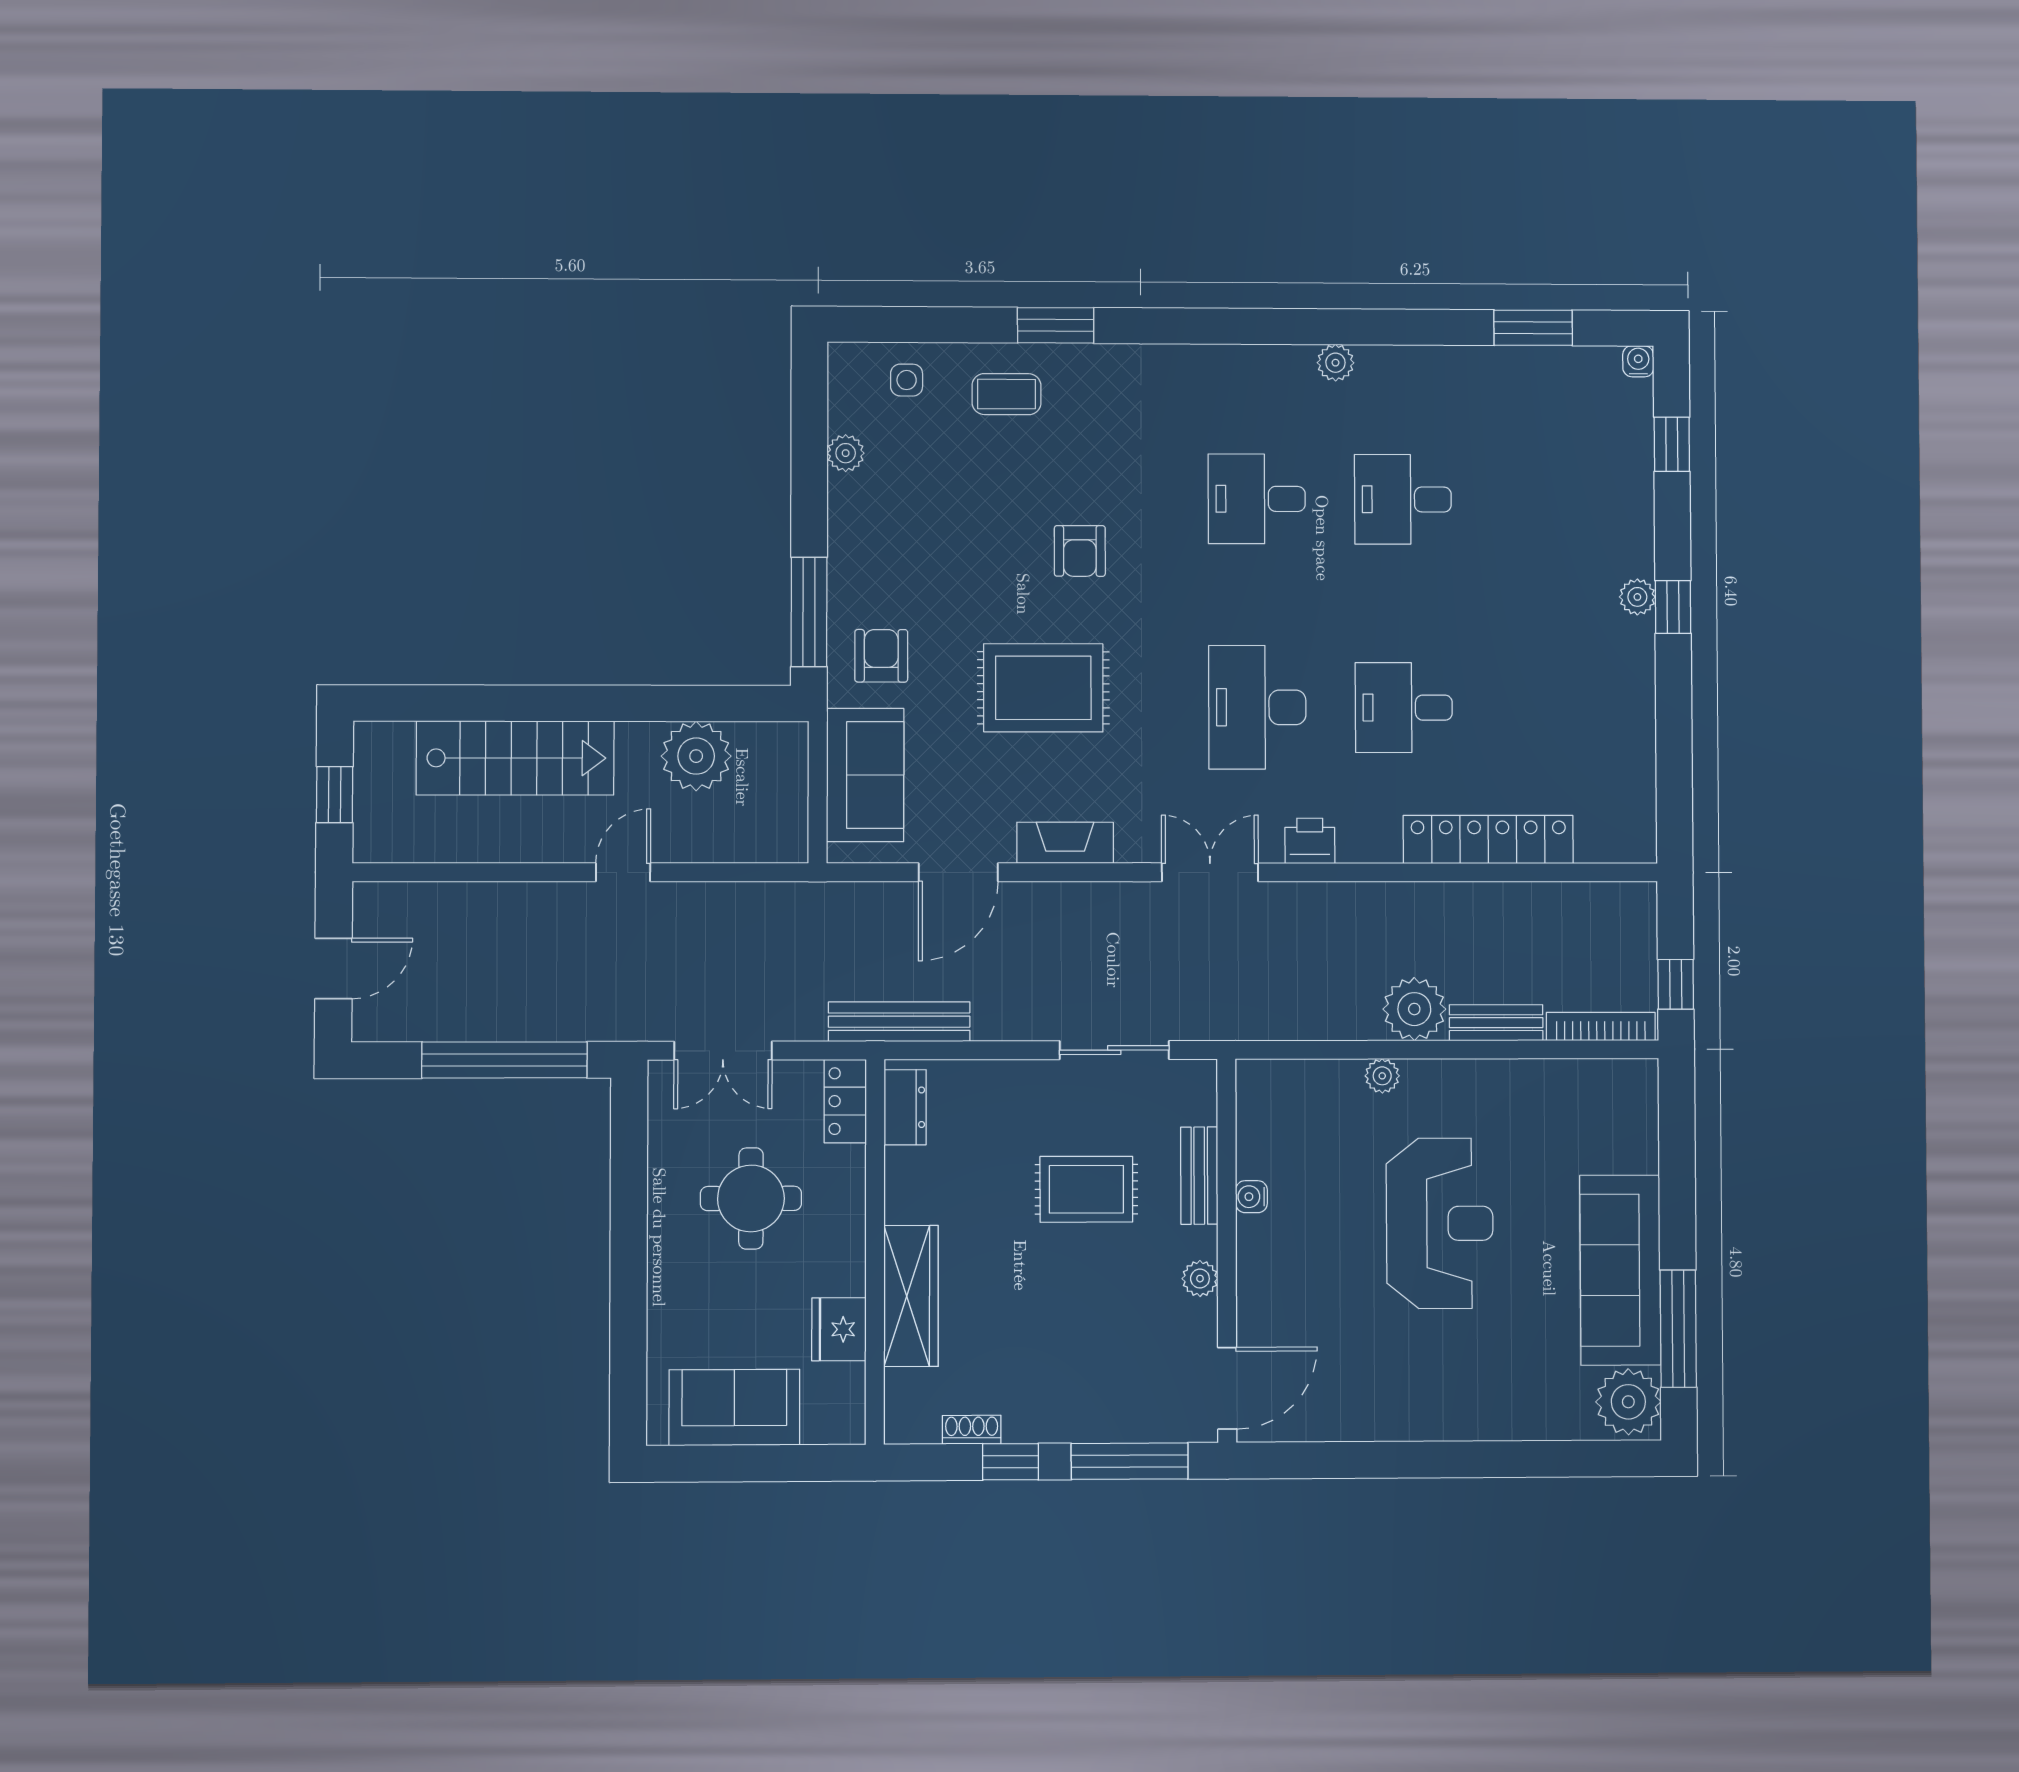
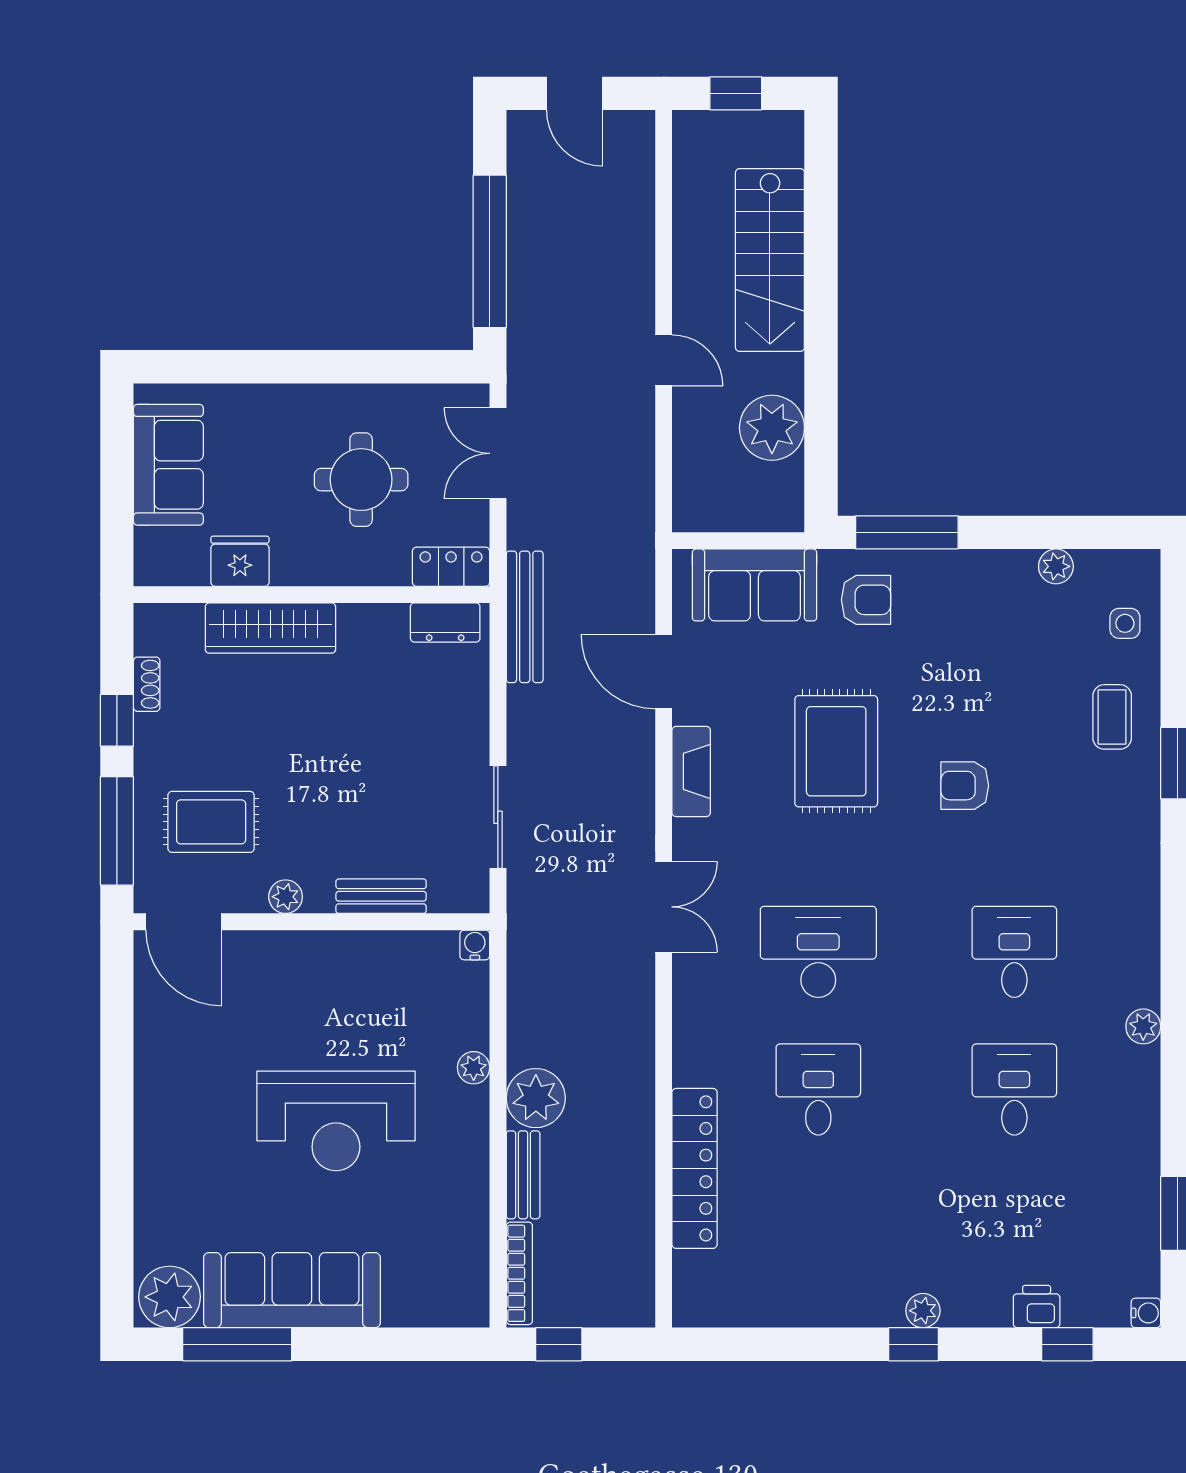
printer: (1310, 841) -> (1037, 1306), moved, turned -90
rug: (1086, 1189) -> (211, 822), moved, turned 90
water cooler: (1251, 1197) -> (475, 945), moved

